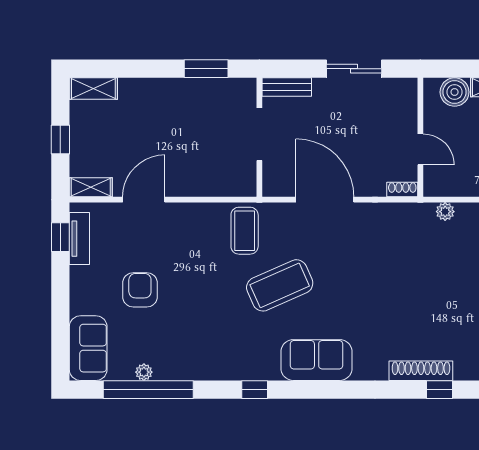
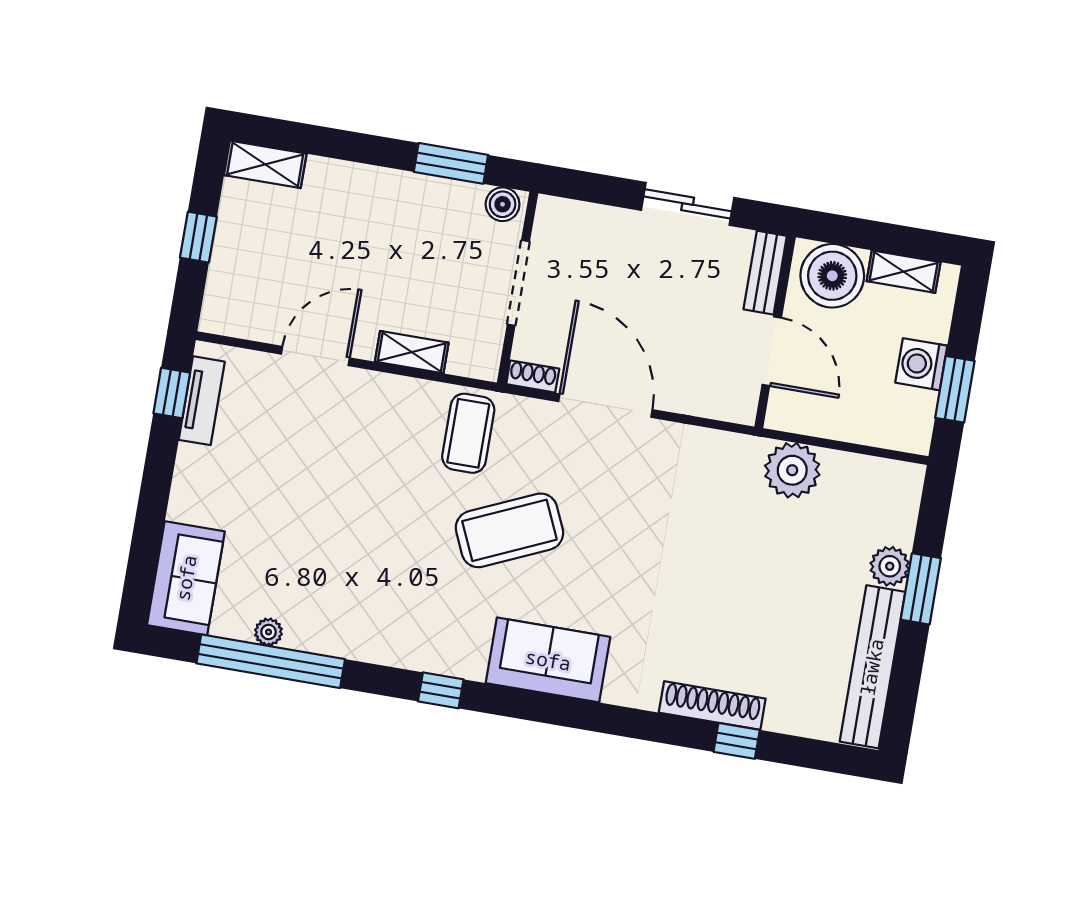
bench: (287, 87) -> (765, 273), moved, turned 90
boiler: (242, 88) -> (503, 204), added
boiler: (455, 92) -> (832, 276), width x1.37, depth x1.37
door: (420, 149) -> (772, 351), width x1.38
shelving: (91, 187) -> (412, 352), moved
shoe rack: (402, 189) -> (533, 376), moved
plant: (445, 212) -> (792, 470), width x1.87, depth x1.87
armchair: (140, 290) -> (285, 499), removed

